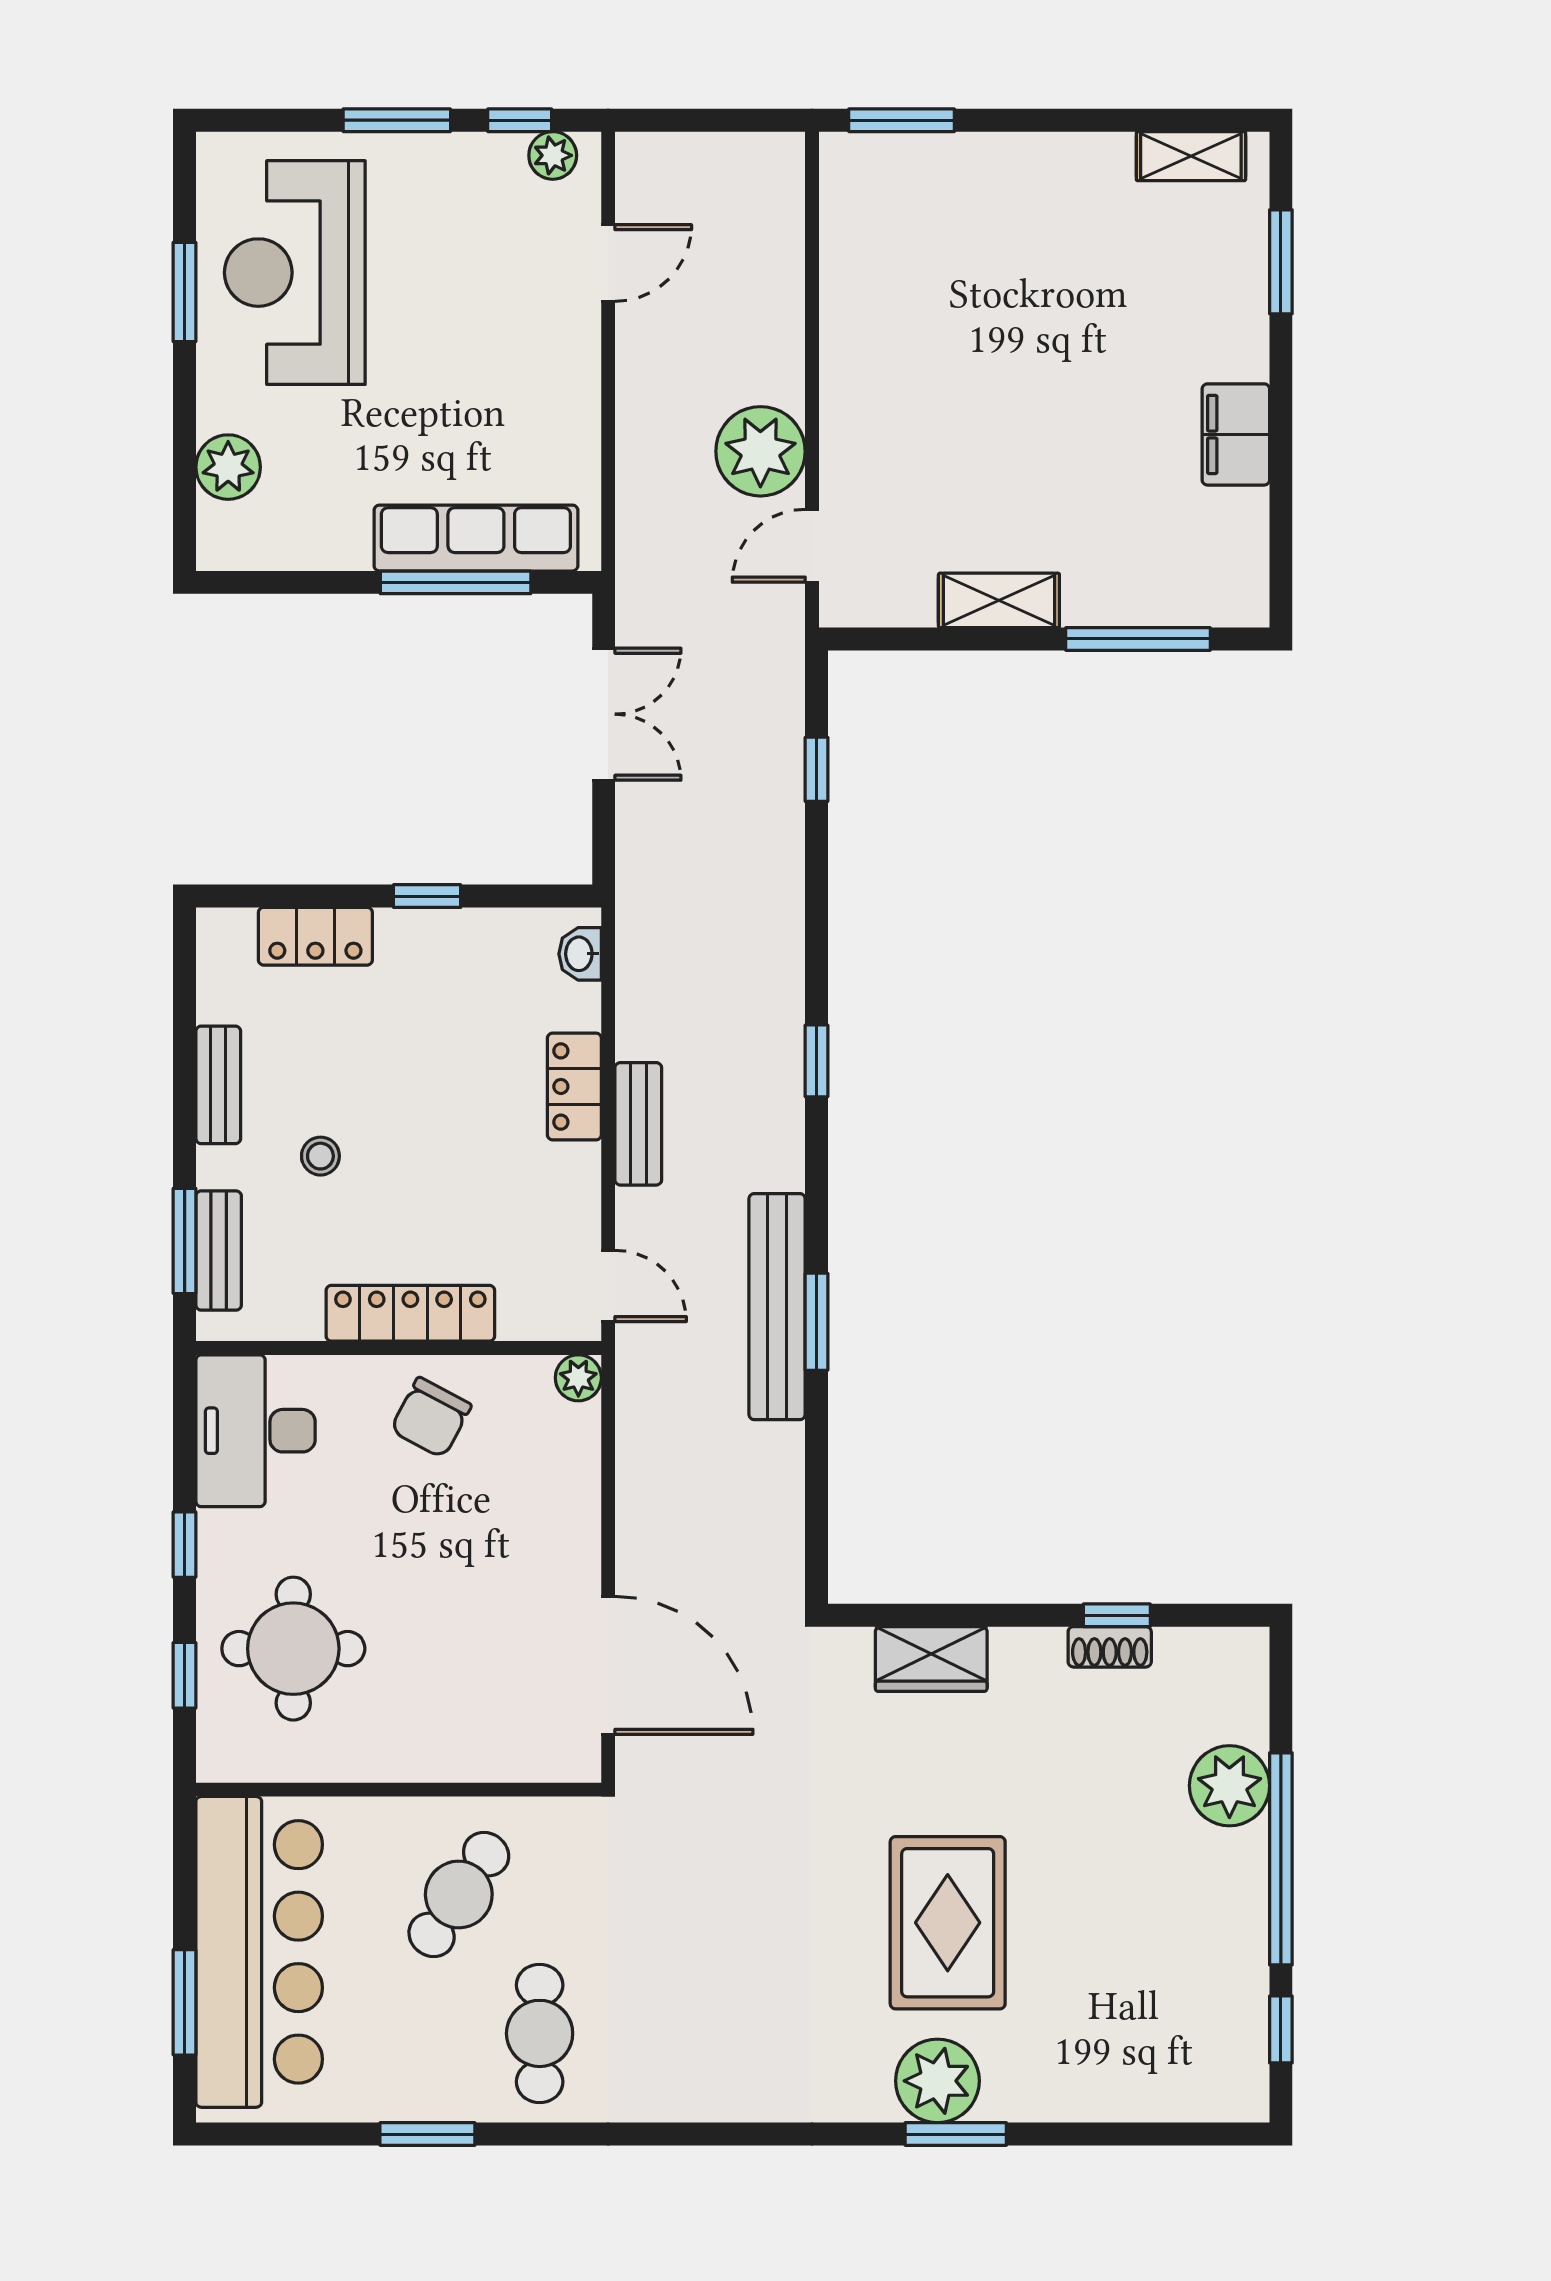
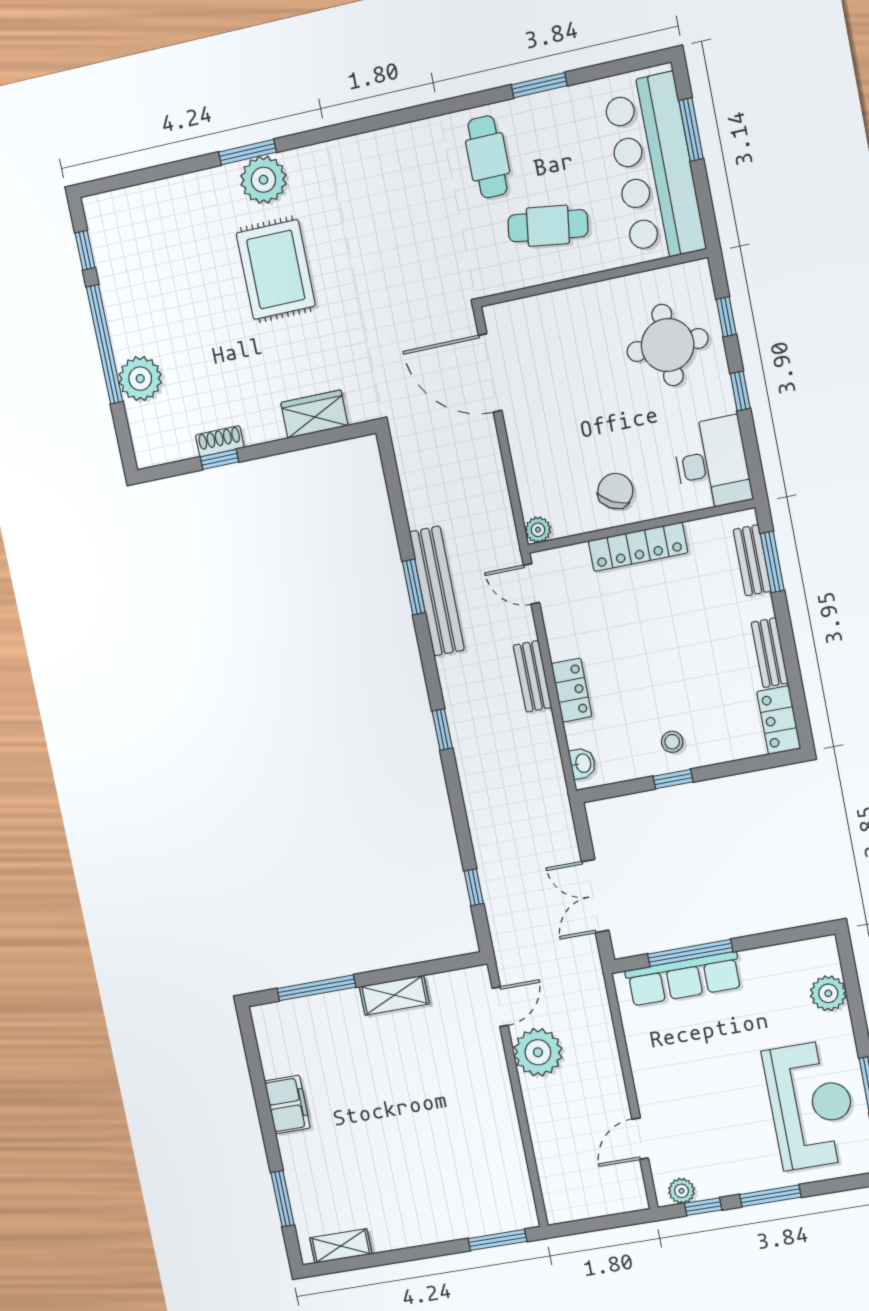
locker: (315, 936) -> (779, 720), moved, turned -90
stool: (320, 1156) -> (672, 742), moved
cafe table: (459, 1894) -> (548, 226), turned 64

